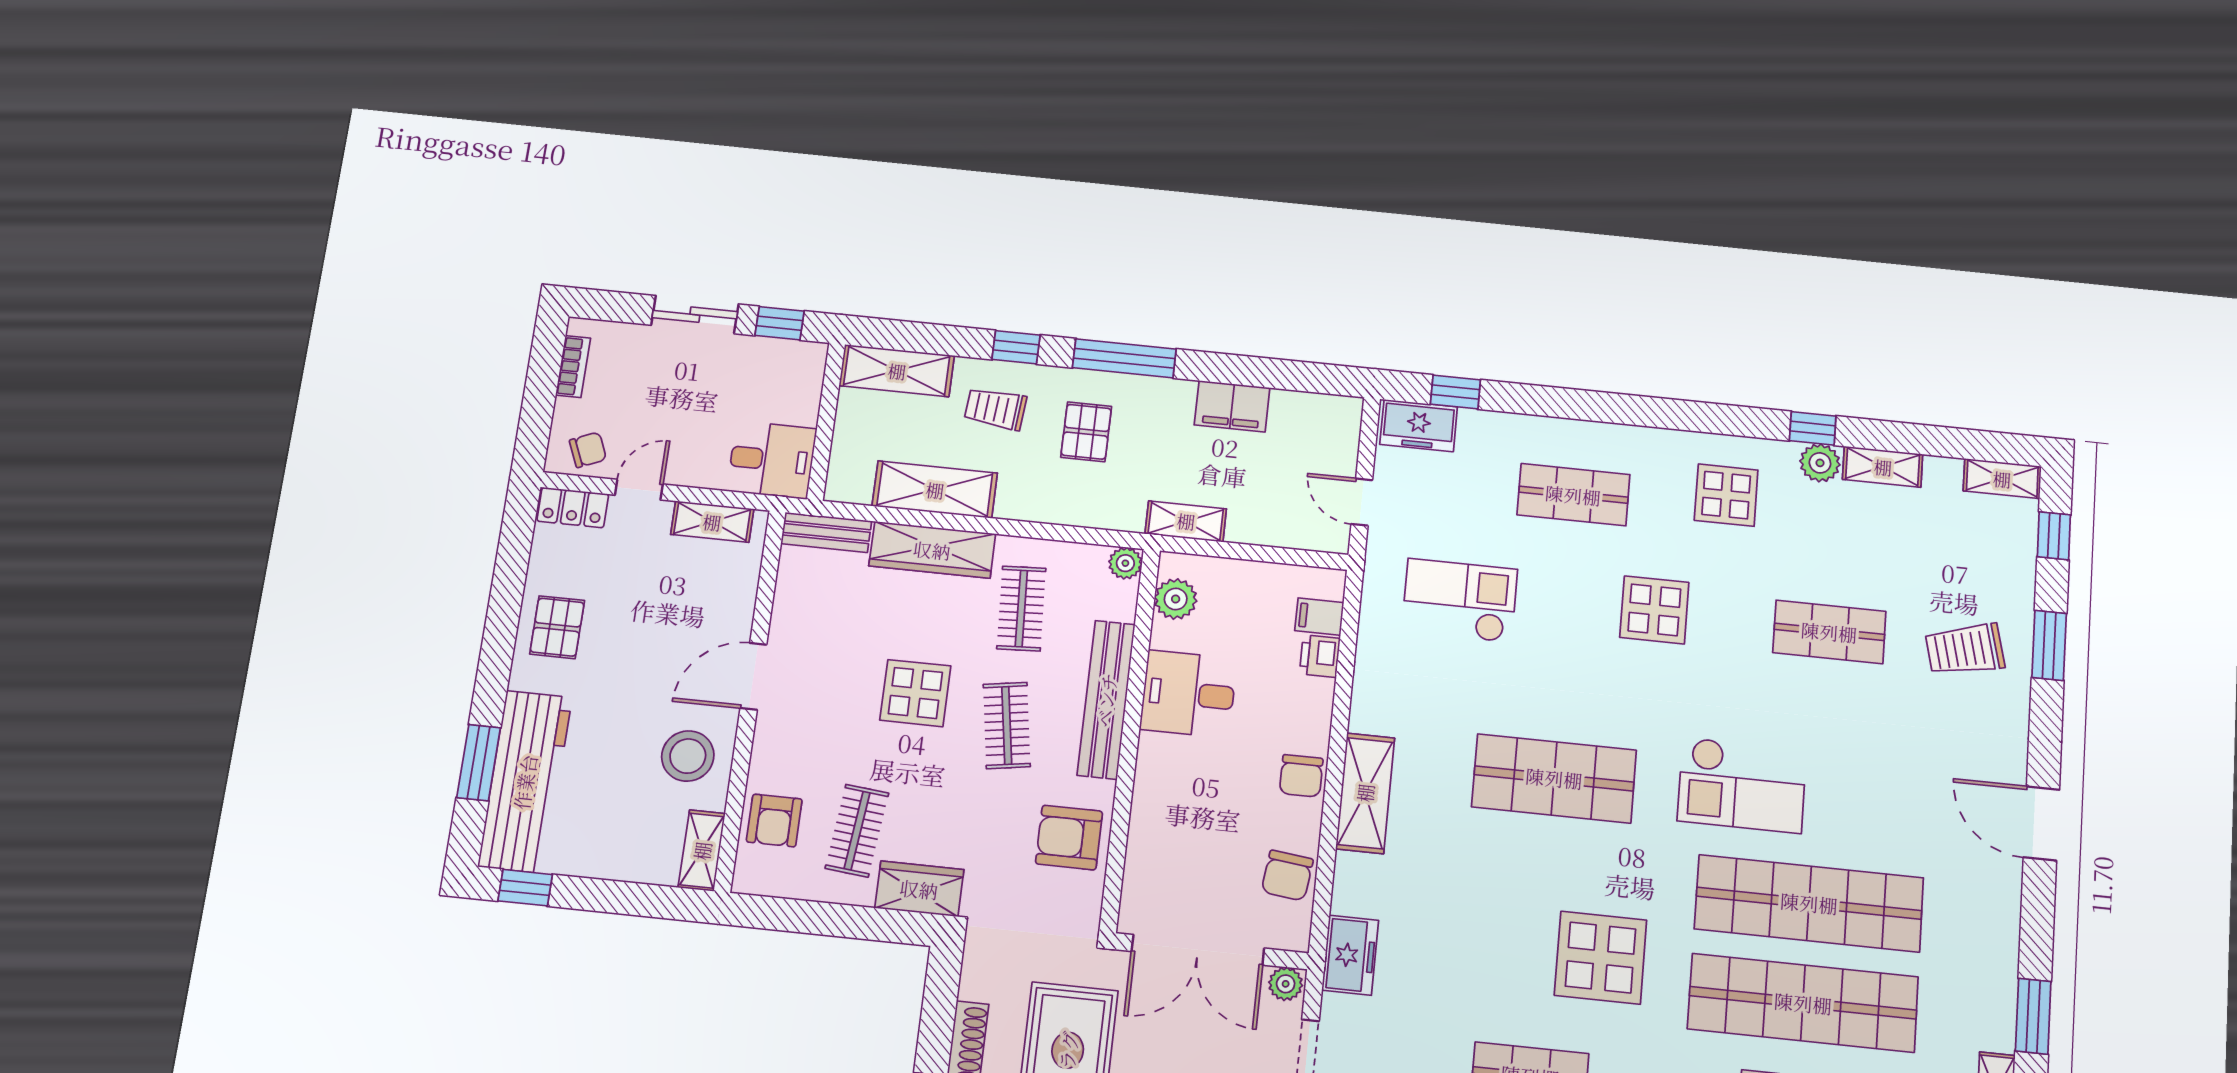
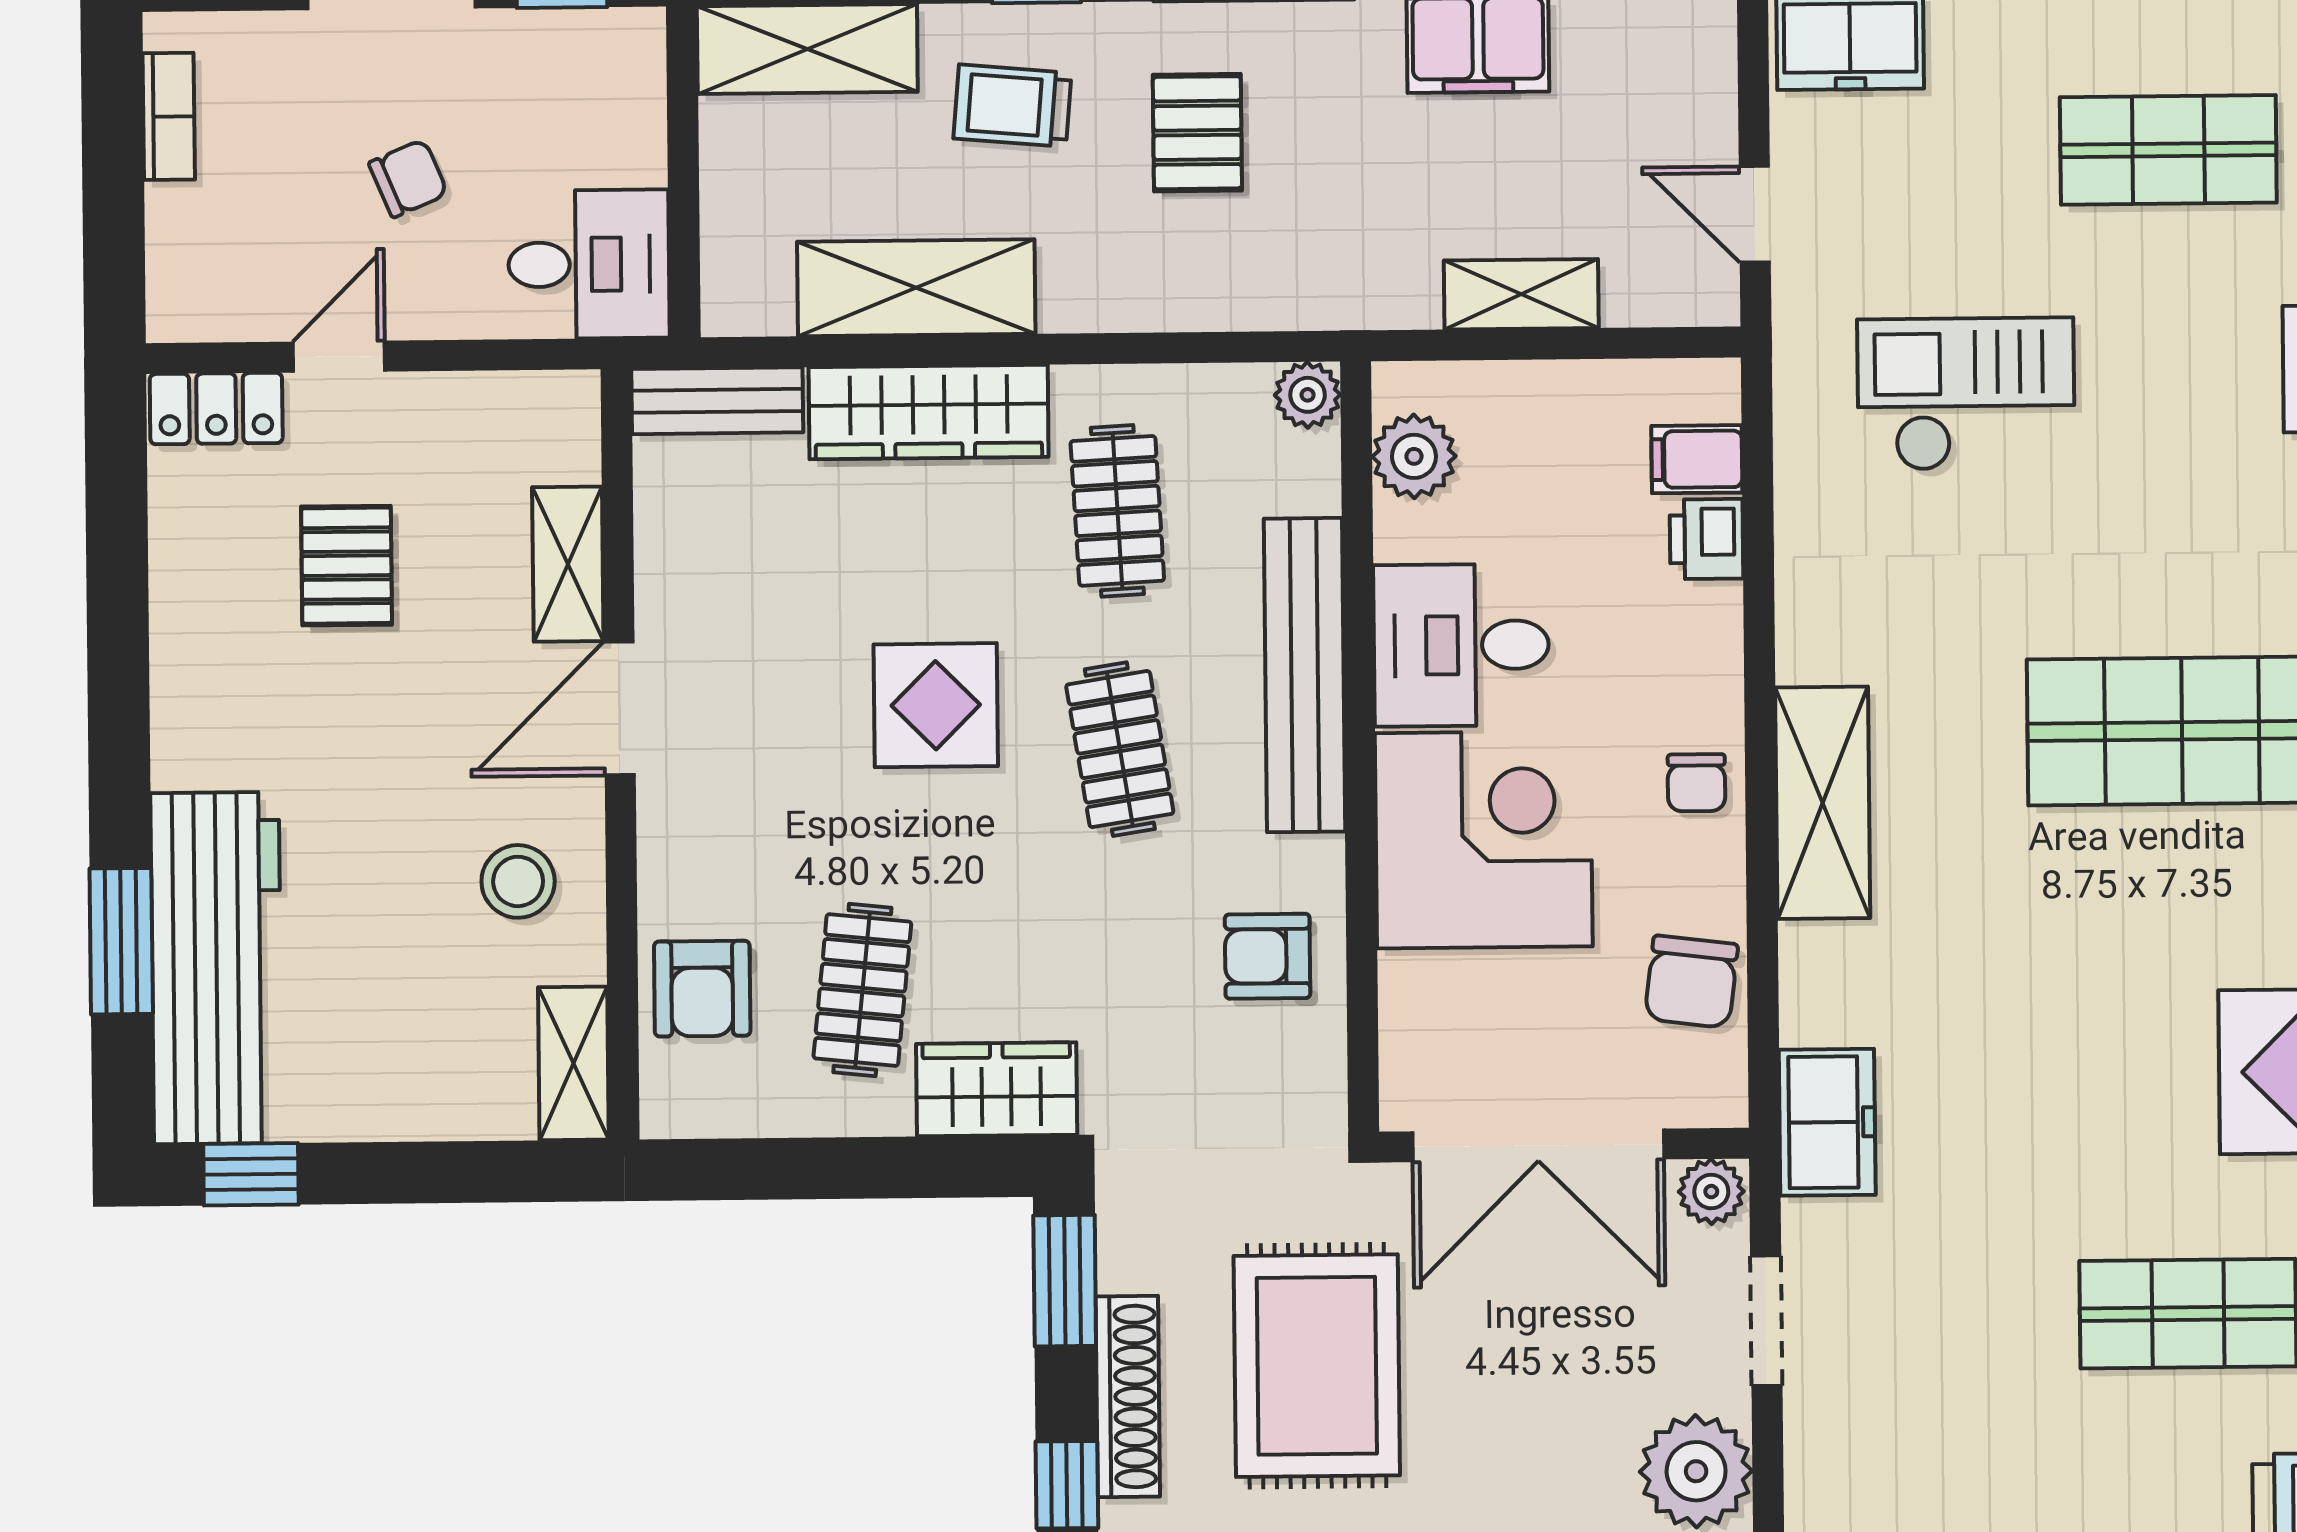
chair: (588, 450) -> (408, 178), moved
shelving: (1186, 521) -> (1521, 294), moved
shelving: (712, 522) -> (568, 564), moved, turned 90
pallet: (557, 627) -> (347, 566), moved
stool: (688, 756) -> (518, 881), width x0.73, depth x0.73
chair: (1301, 776) -> (1696, 783), width x0.73, depth x0.73
corner desk: (1188, 792) -> (1484, 840), added
armchair: (1069, 838) -> (1268, 956), width x0.72, depth x0.72
window: (941, 991) -> (1065, 1281), added

